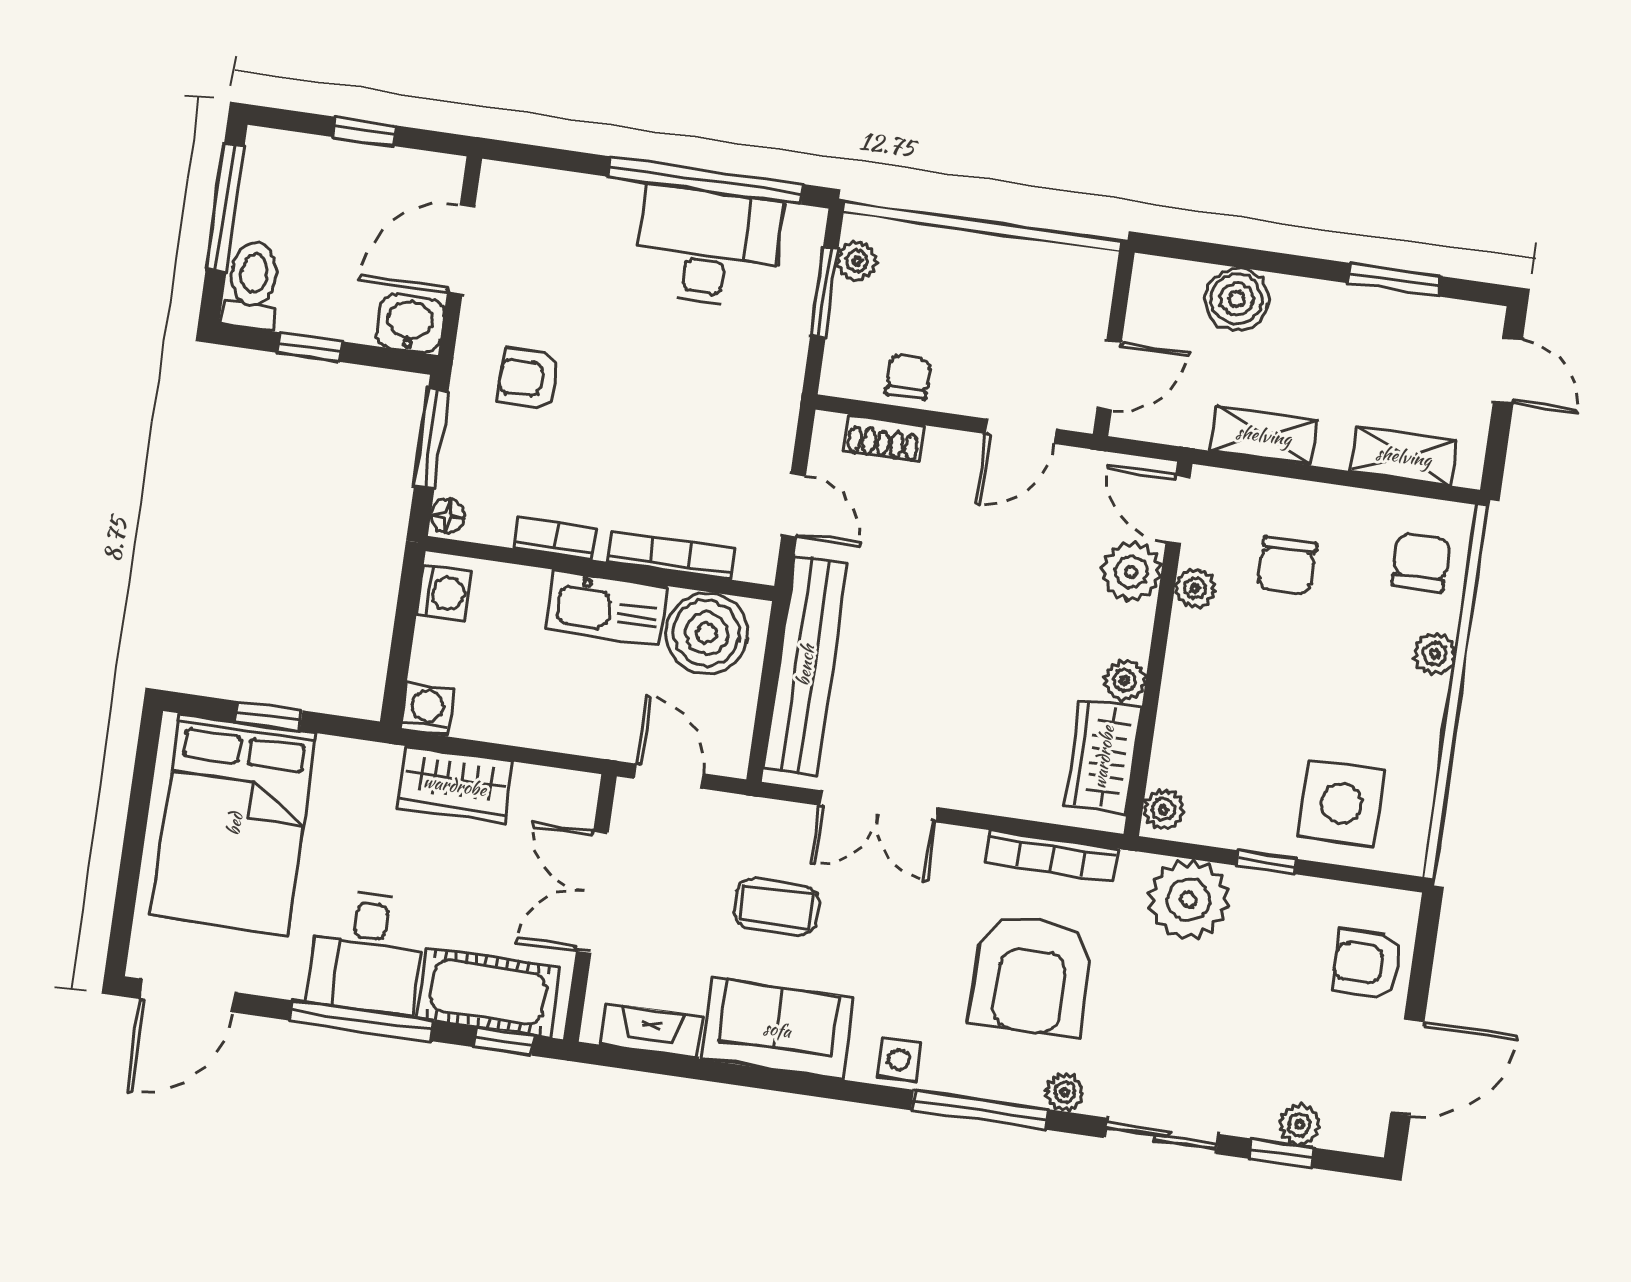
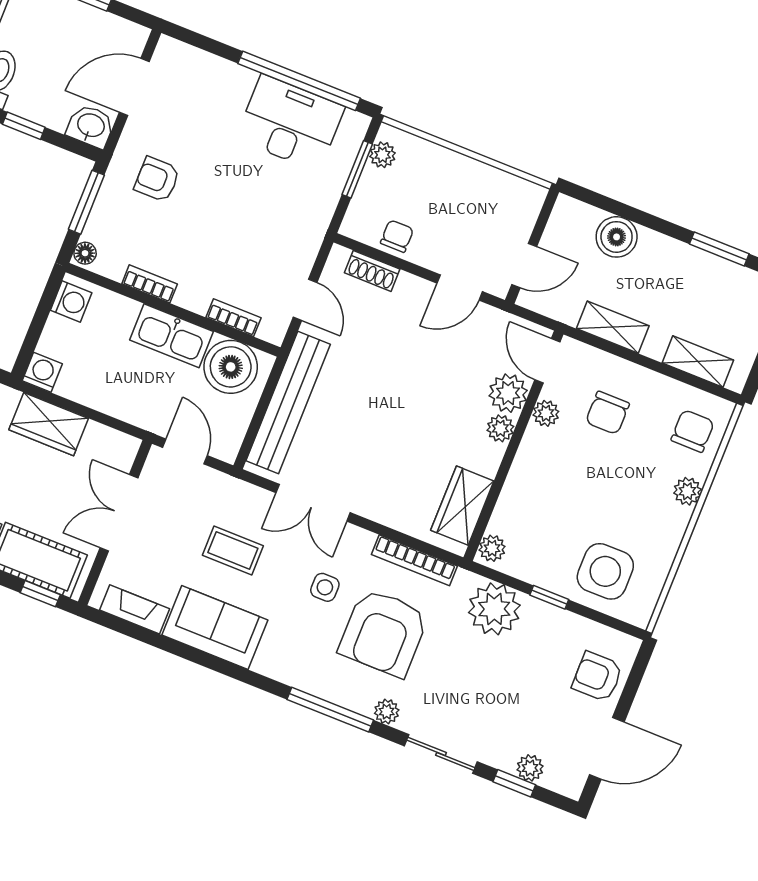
bookcase: (671, 555) -> (233, 318), width x0.64
plant: (1125, 680) -> (500, 428), moved
side table: (899, 1060) -> (325, 587), moved

